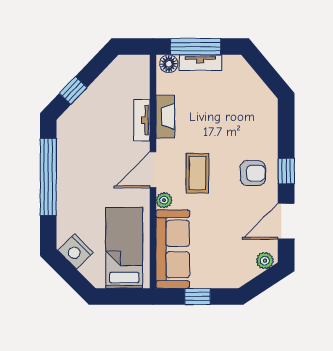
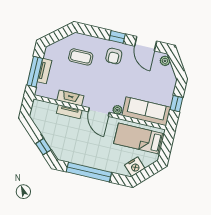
floor lamp: (169, 64) -> (41, 89), removed
coffee table: (197, 173) -> (81, 57), moved
armchair: (253, 173) -> (114, 56), turned 180

